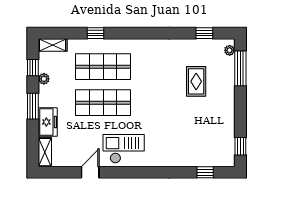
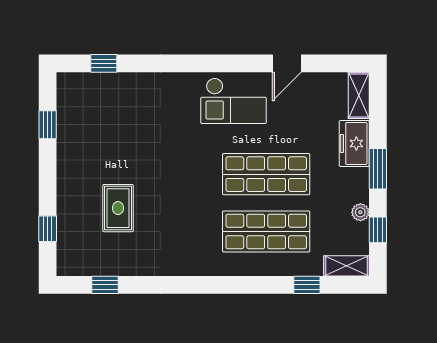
window: (95, 33) -> (307, 285), moved
plant: (230, 50) -> (65, 258), removed
window: (240, 68) -> (48, 229), width x0.46
window: (240, 146) -> (48, 125), moved

